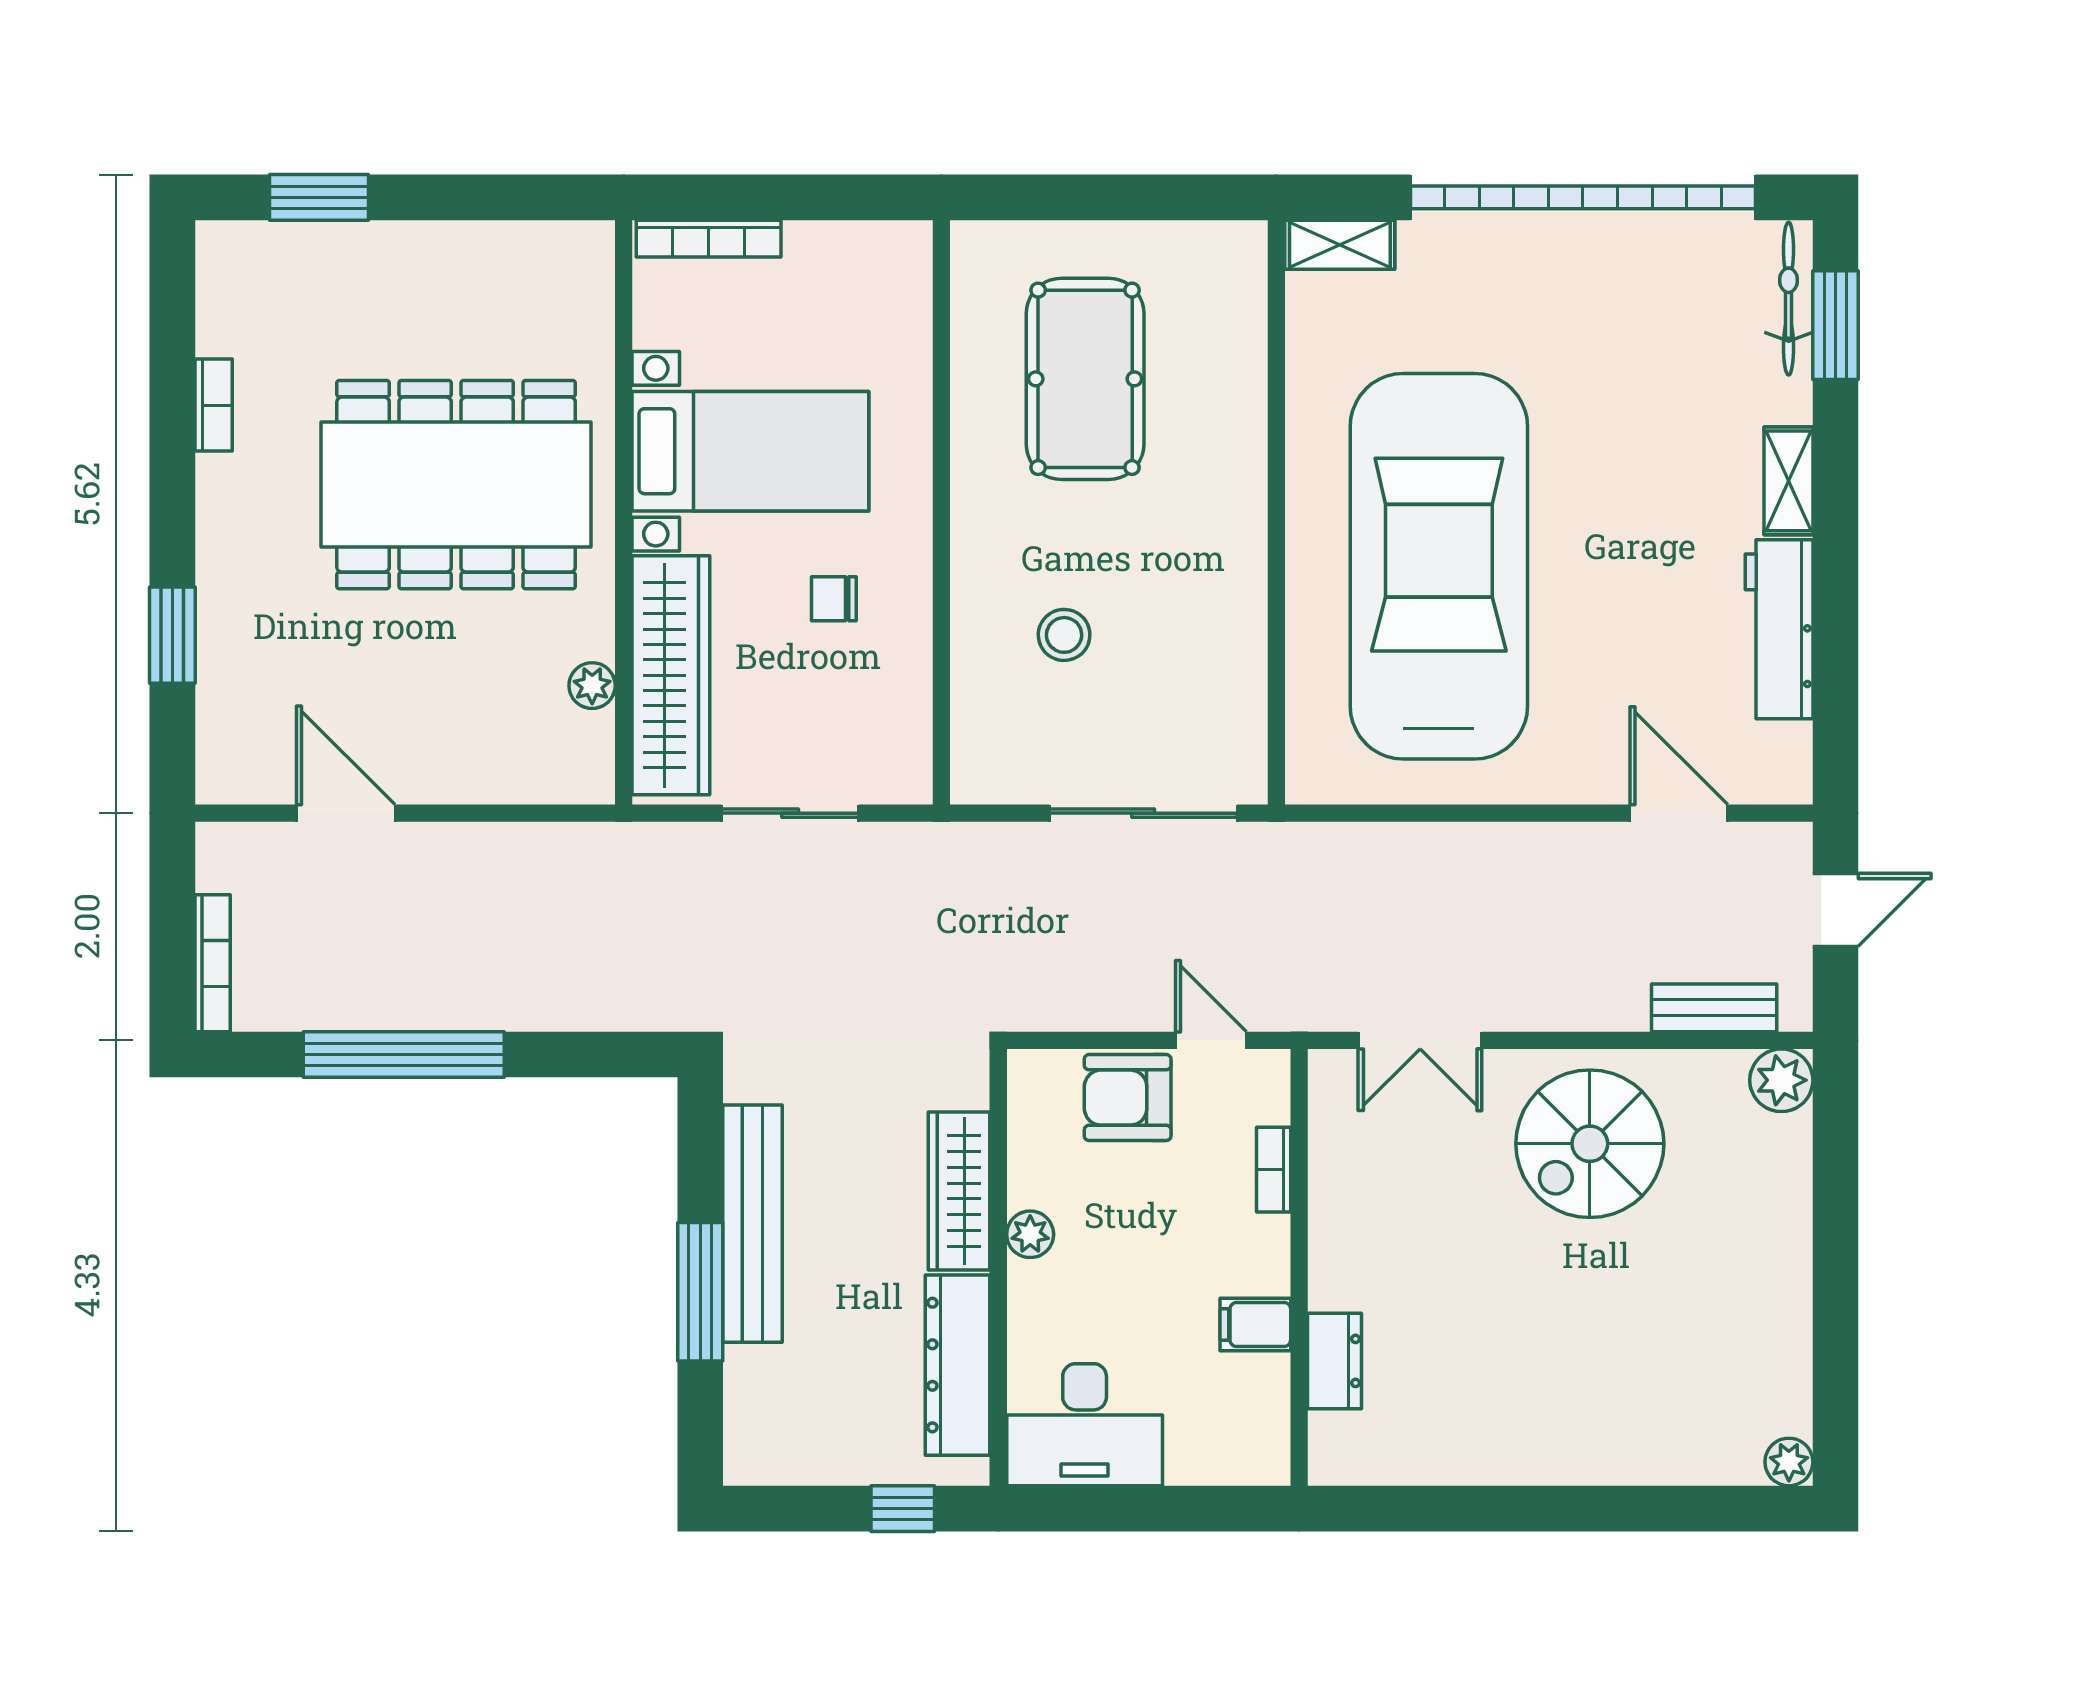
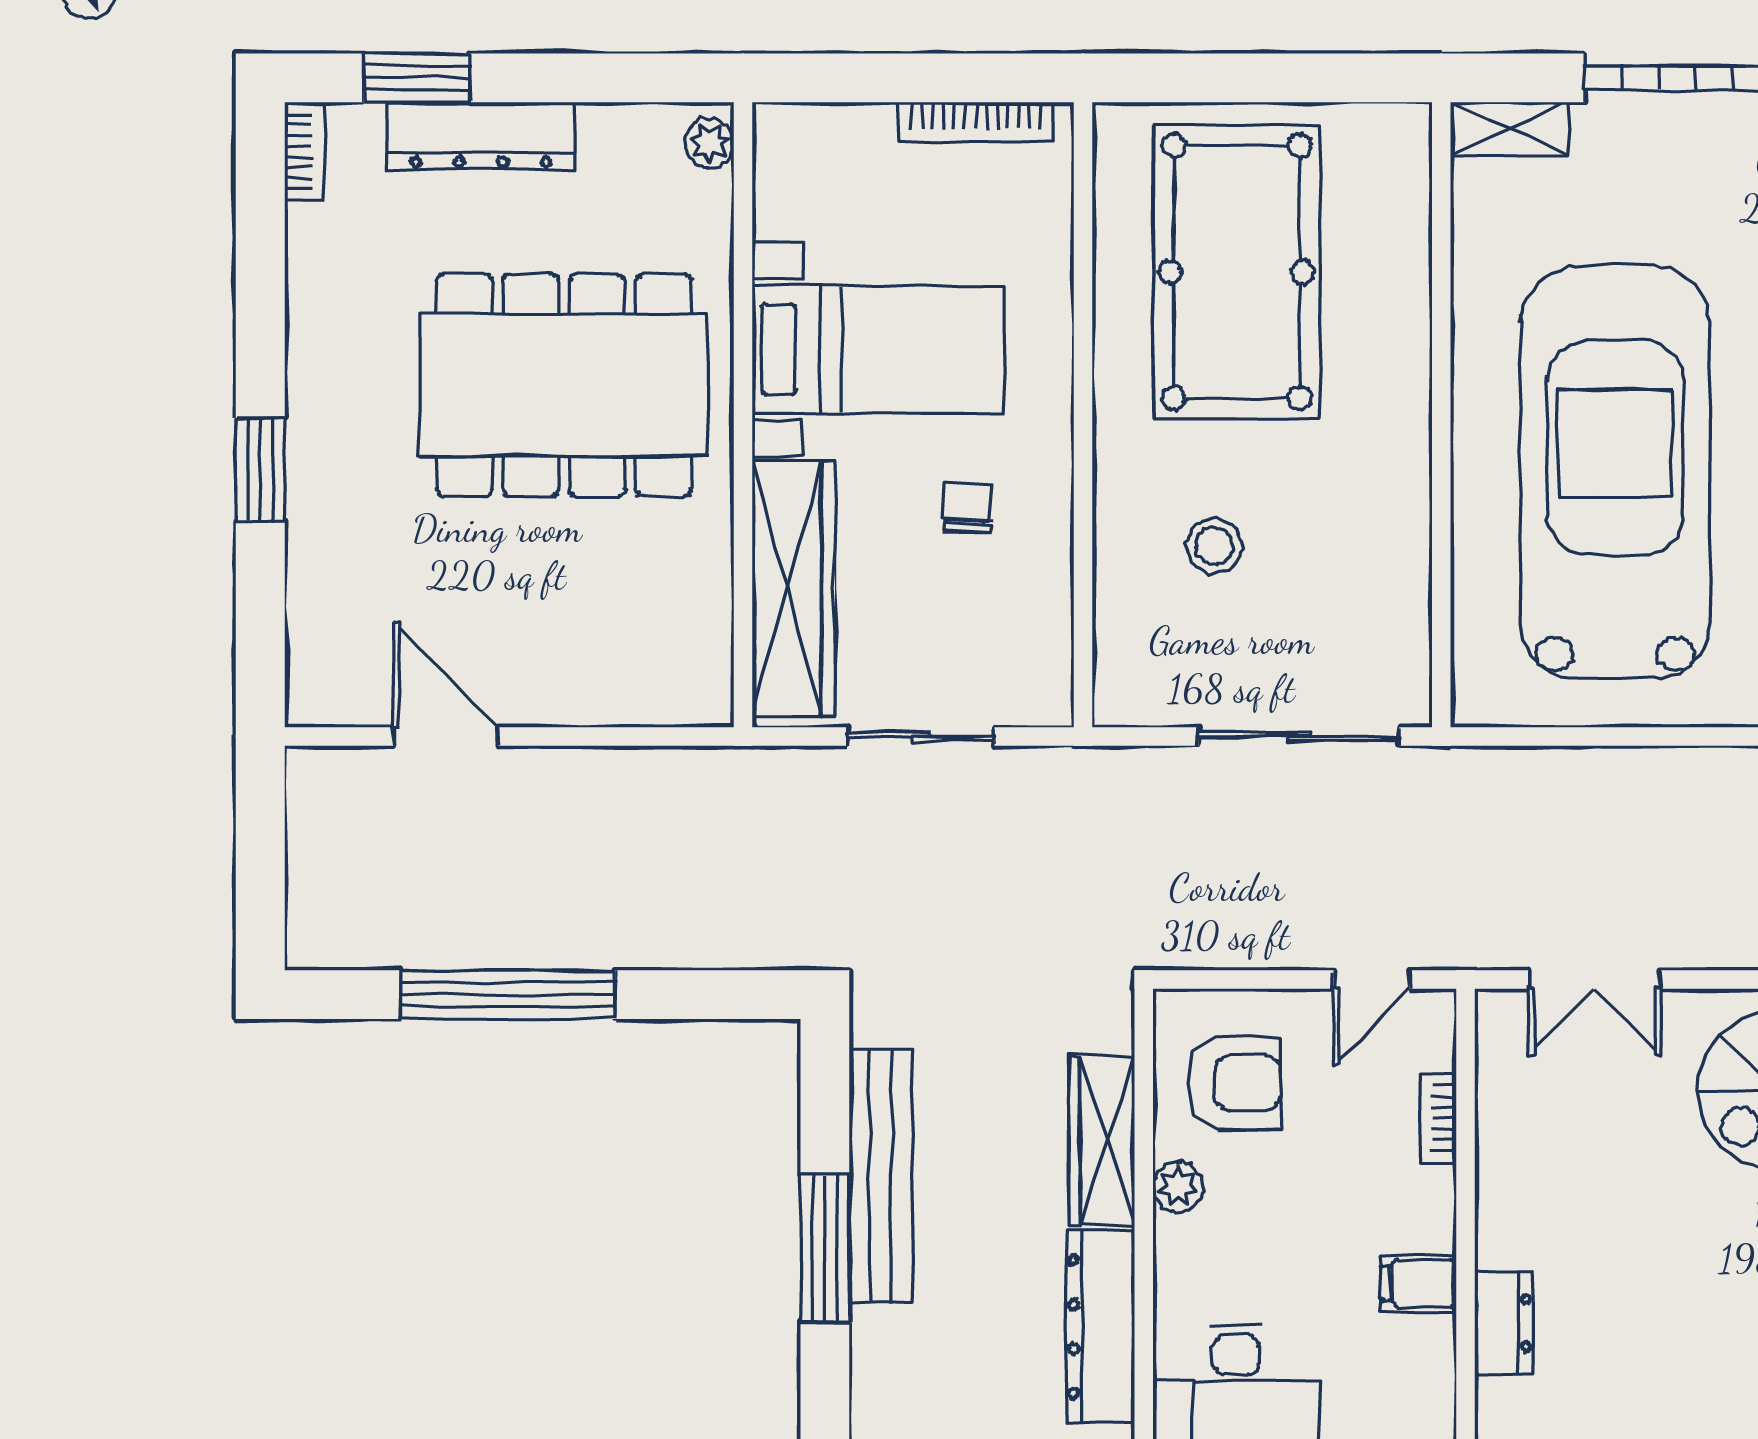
bookcase: (709, 239) -> (976, 122), moved
dresser: (379, 251) -> (481, 136), added
pool table: (1085, 379) -> (1237, 272), width x1.36, depth x1.32
bookcase: (214, 405) -> (304, 151), moved
chair: (834, 599) -> (968, 507), turned 93
window: (172, 635) -> (260, 470), moved
plant: (592, 686) -> (709, 143), moved
bookcase: (213, 963) -> (303, 897), removed
door: (1211, 1040) -> (1371, 979), swing flipped
armchair: (1128, 1098) -> (1234, 1083), moved, turned 180

